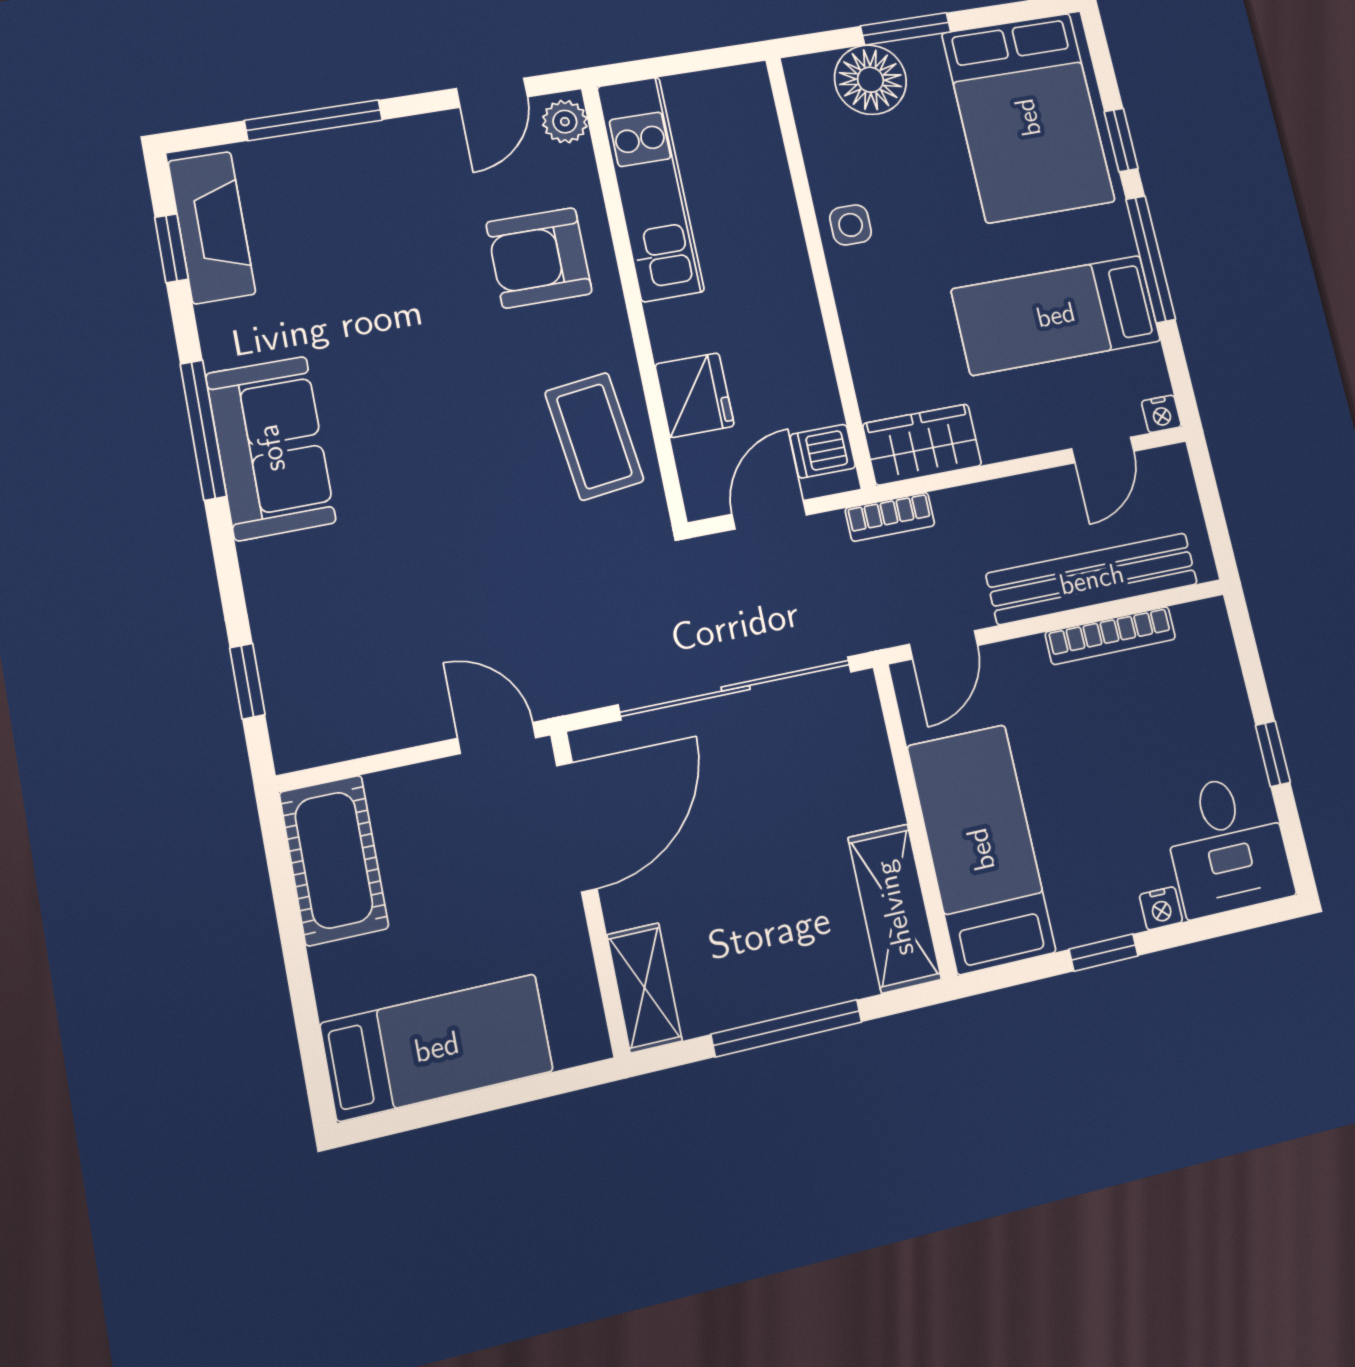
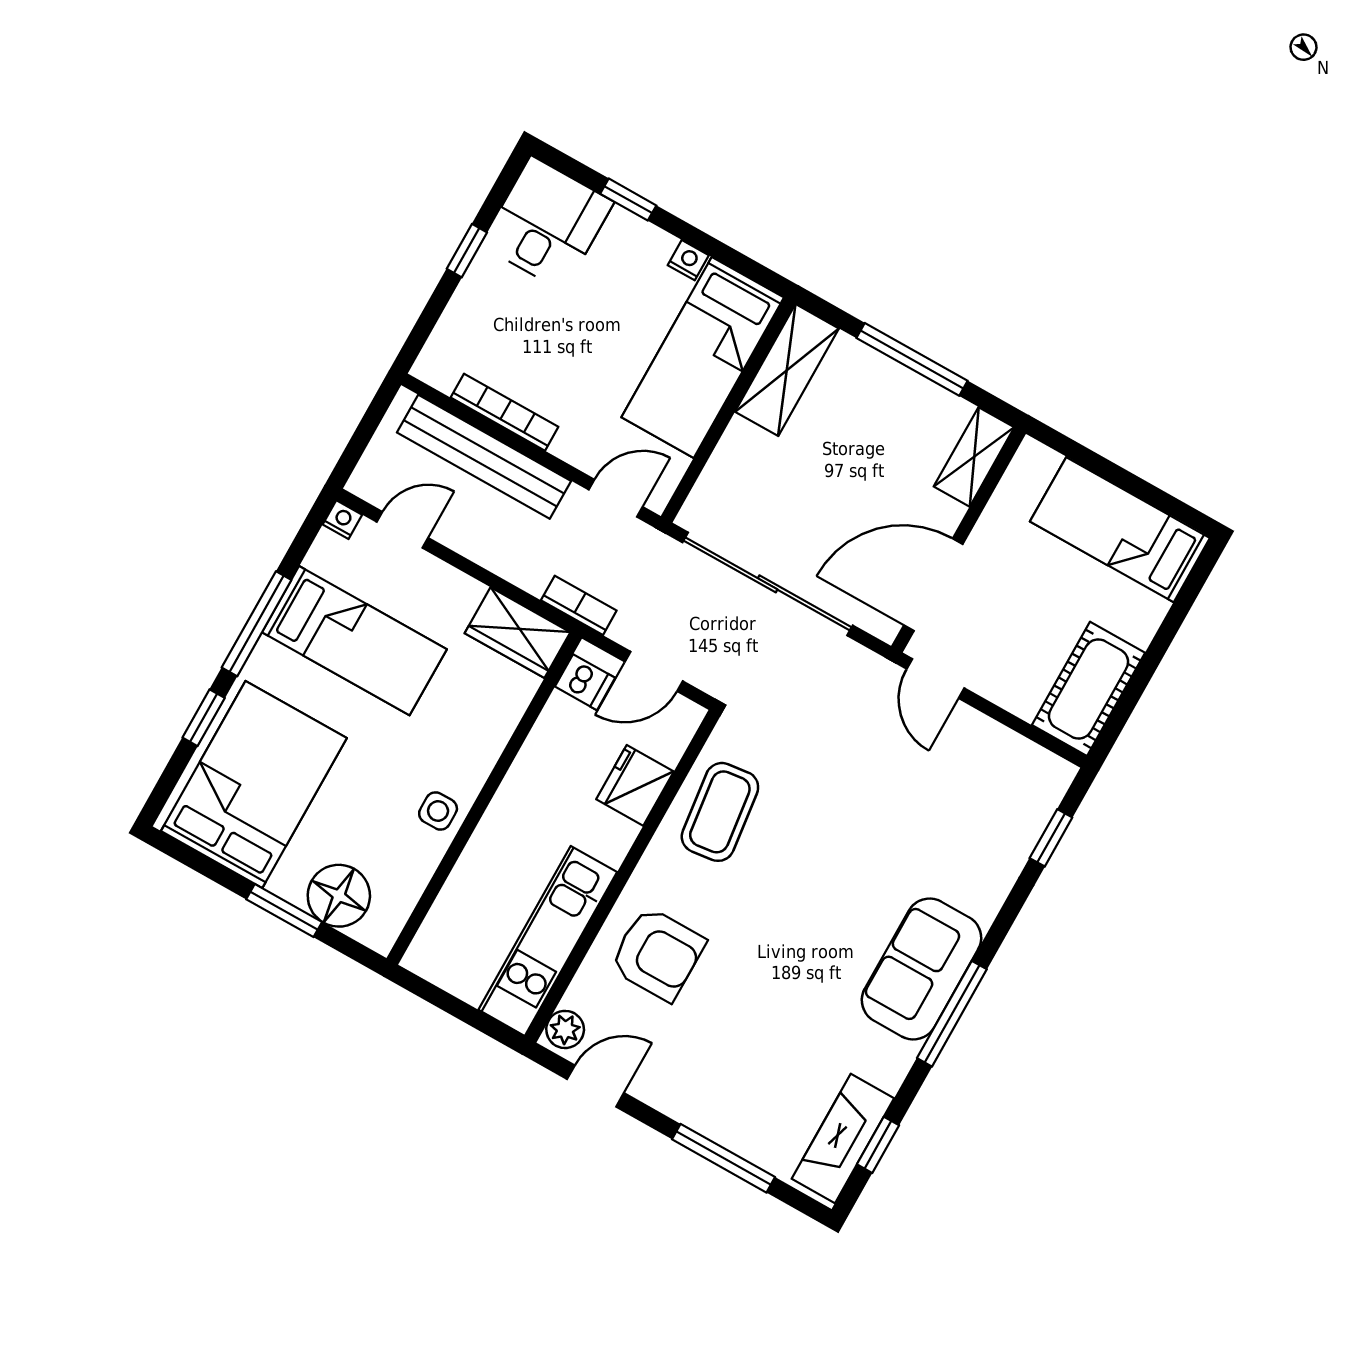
nightstand: (1161, 908) -> (688, 260), moved
window: (1104, 953) -> (628, 200), moved

